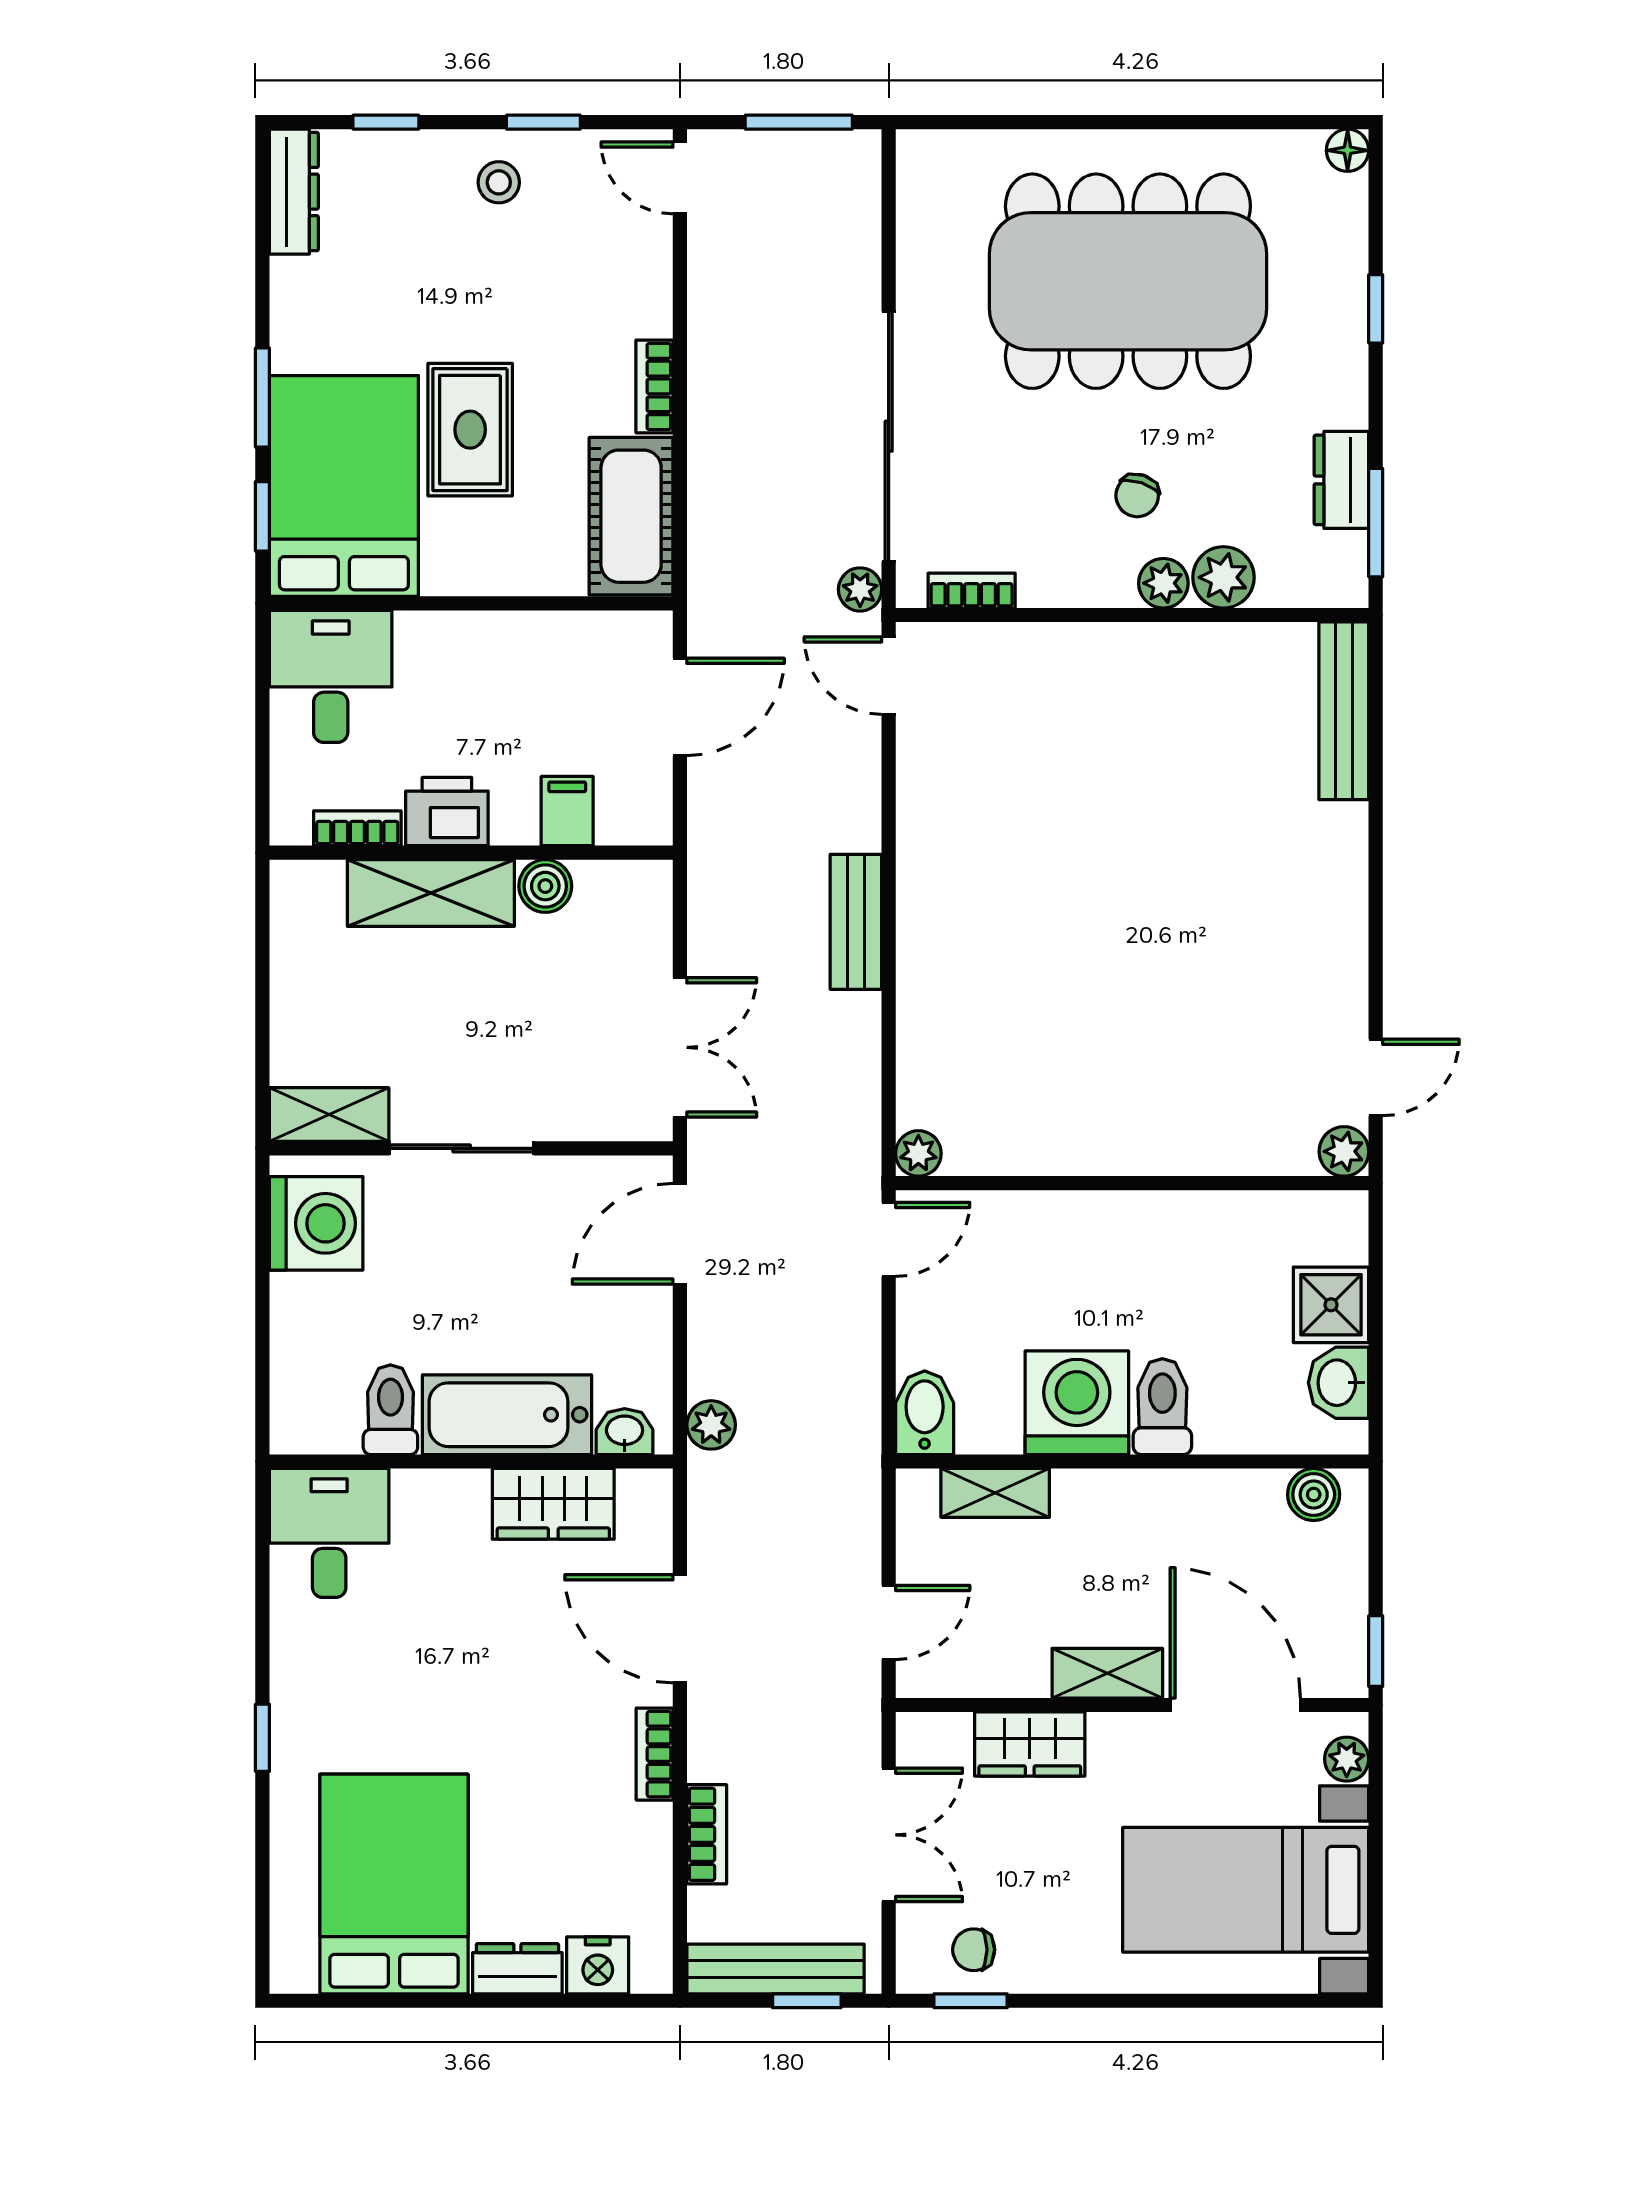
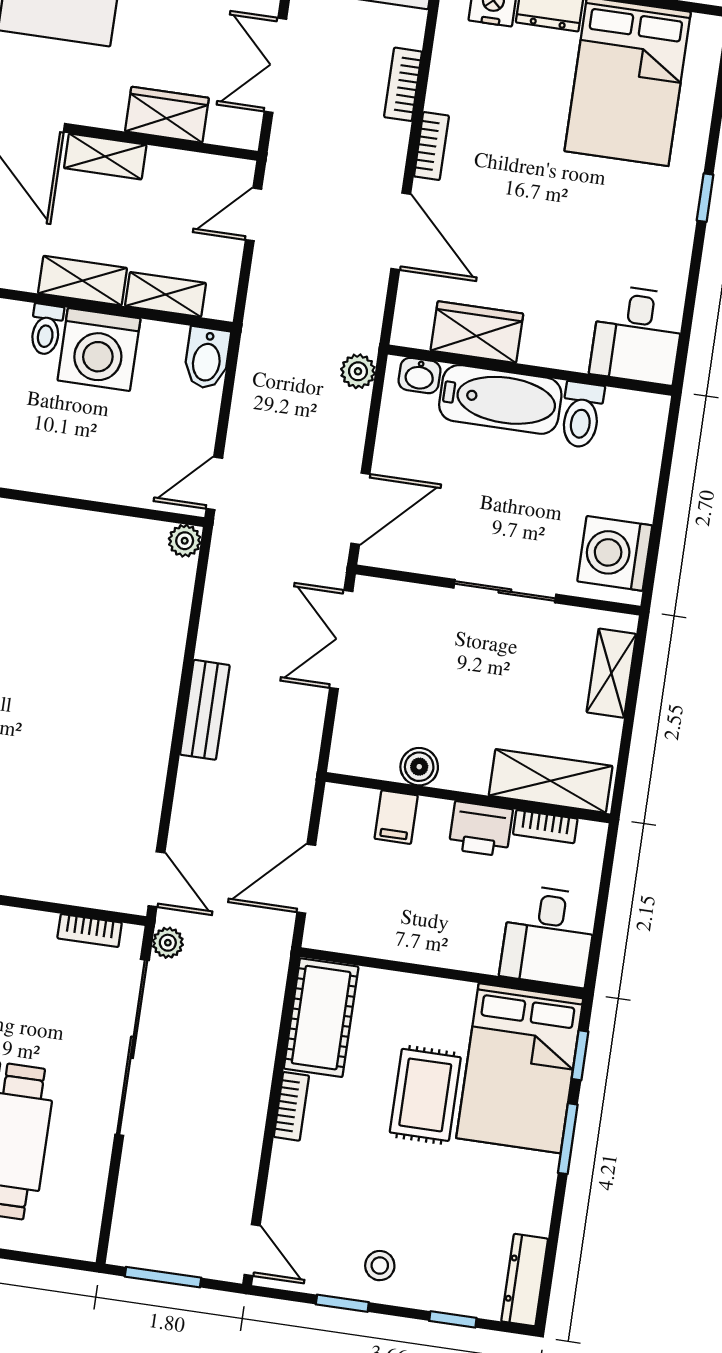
shelving: (431, 893) -> (551, 781), moved
shelving: (329, 1115) -> (611, 673), moved, turned 90
toilet: (1162, 1407) -> (46, 329), width x0.73, depth x0.72
shelving: (1114, 1495) -> (82, 281), added

